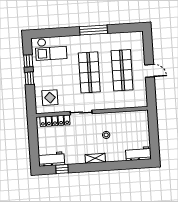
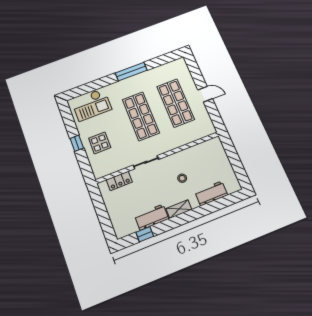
window: (28, 61) -> (70, 125), removed
display table: (50, 98) -> (100, 143), moved
locker: (55, 121) -> (119, 181), width x0.66
workbench: (138, 154) -> (211, 193), moved
workbench: (51, 159) -> (152, 217), moved

